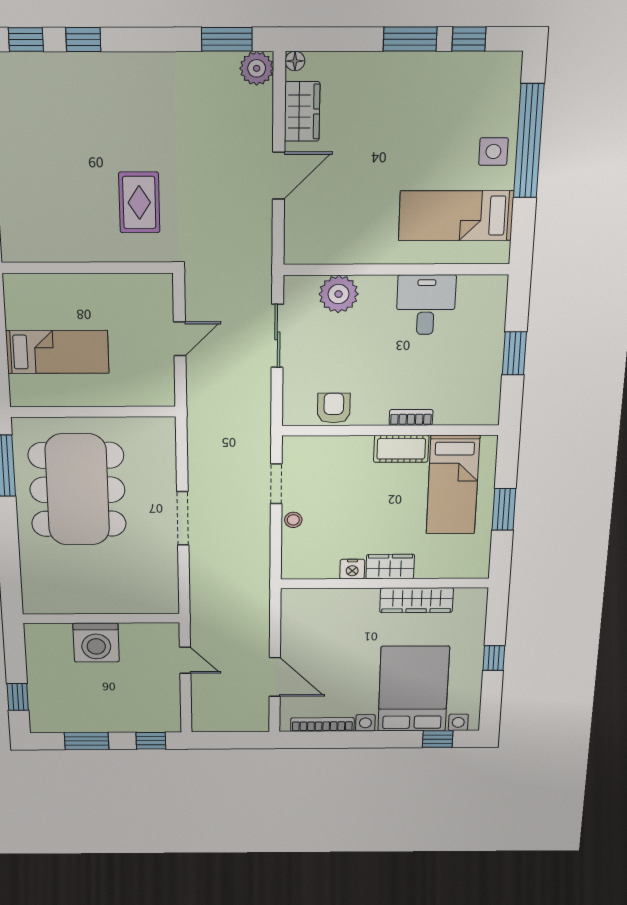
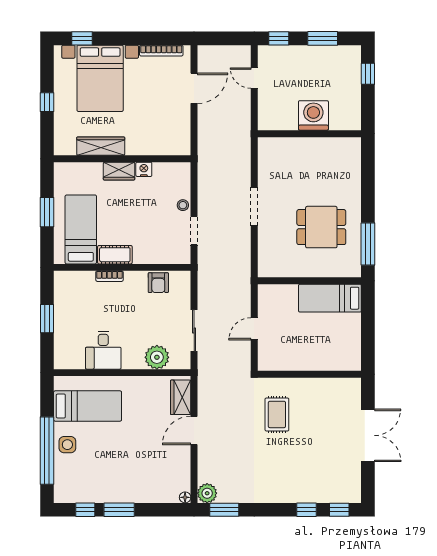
wardrobe: (302, 112) -> (181, 397), moved
bed: (57, 352) -> (330, 298), moved
dining table: (77, 490) -> (321, 227), width x0.53, depth x0.80
door: (185, 660) -> (254, 78), moved
door: (275, 677) -> (194, 88), swing flipped

